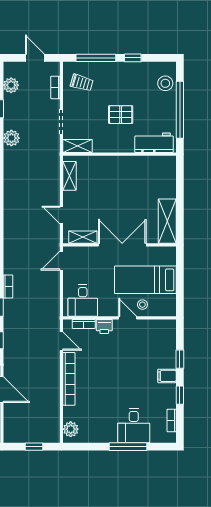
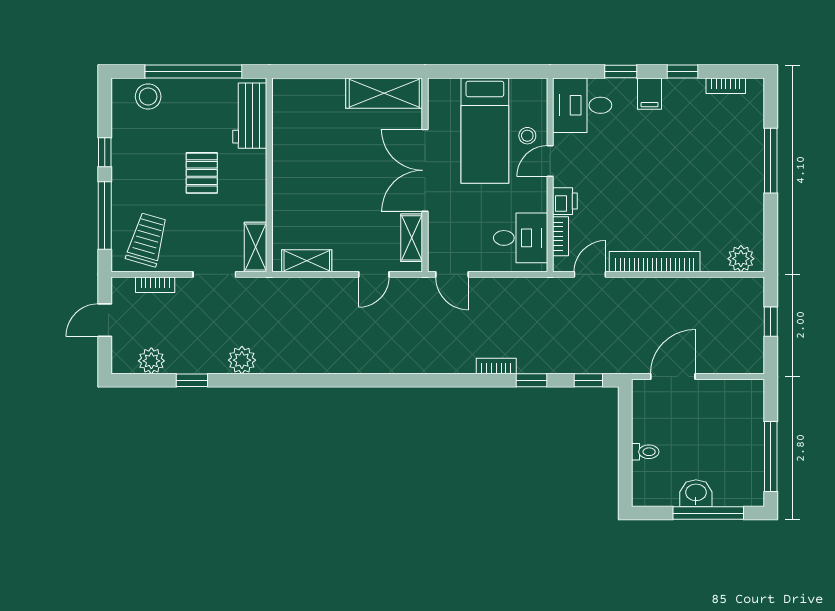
trolley: (82, 83) -> (147, 240), width x1.36, depth x1.39
desk: (134, 426) -> (582, 105), moved, turned 180

